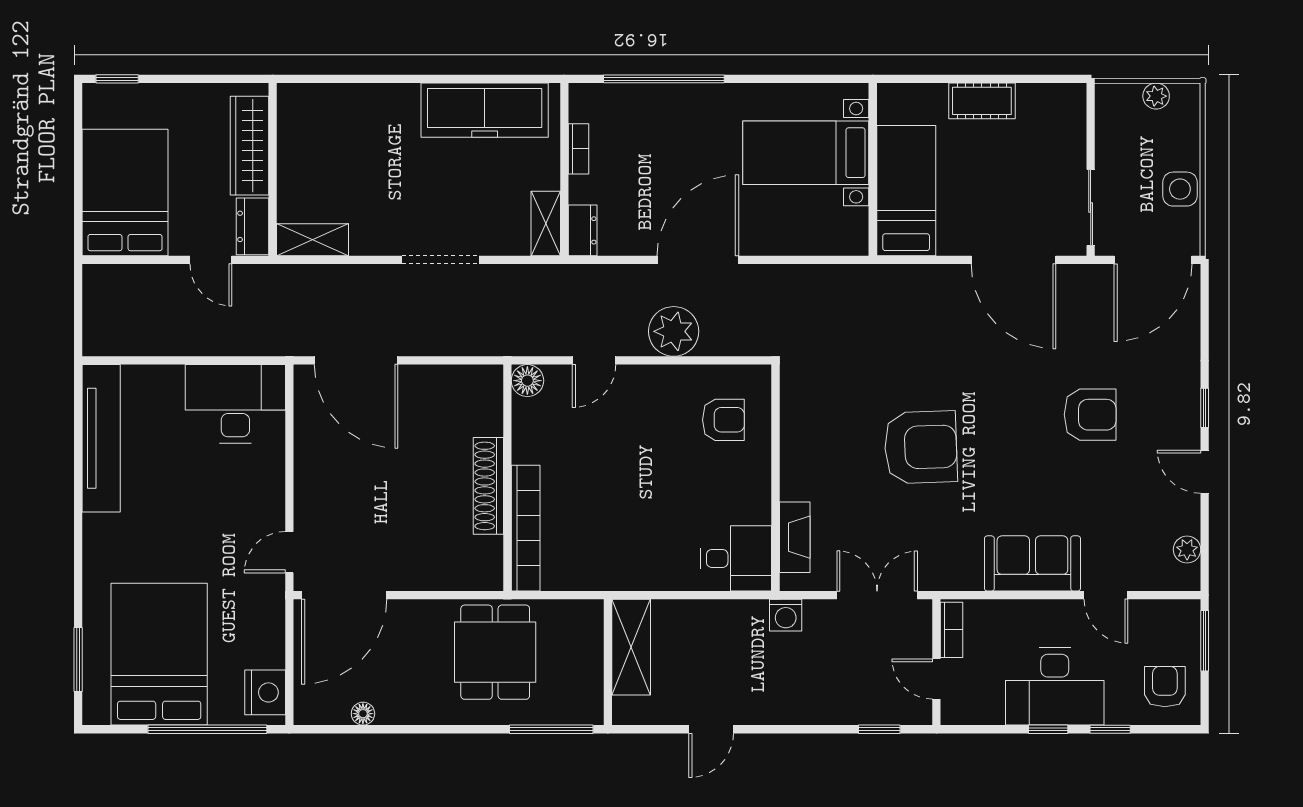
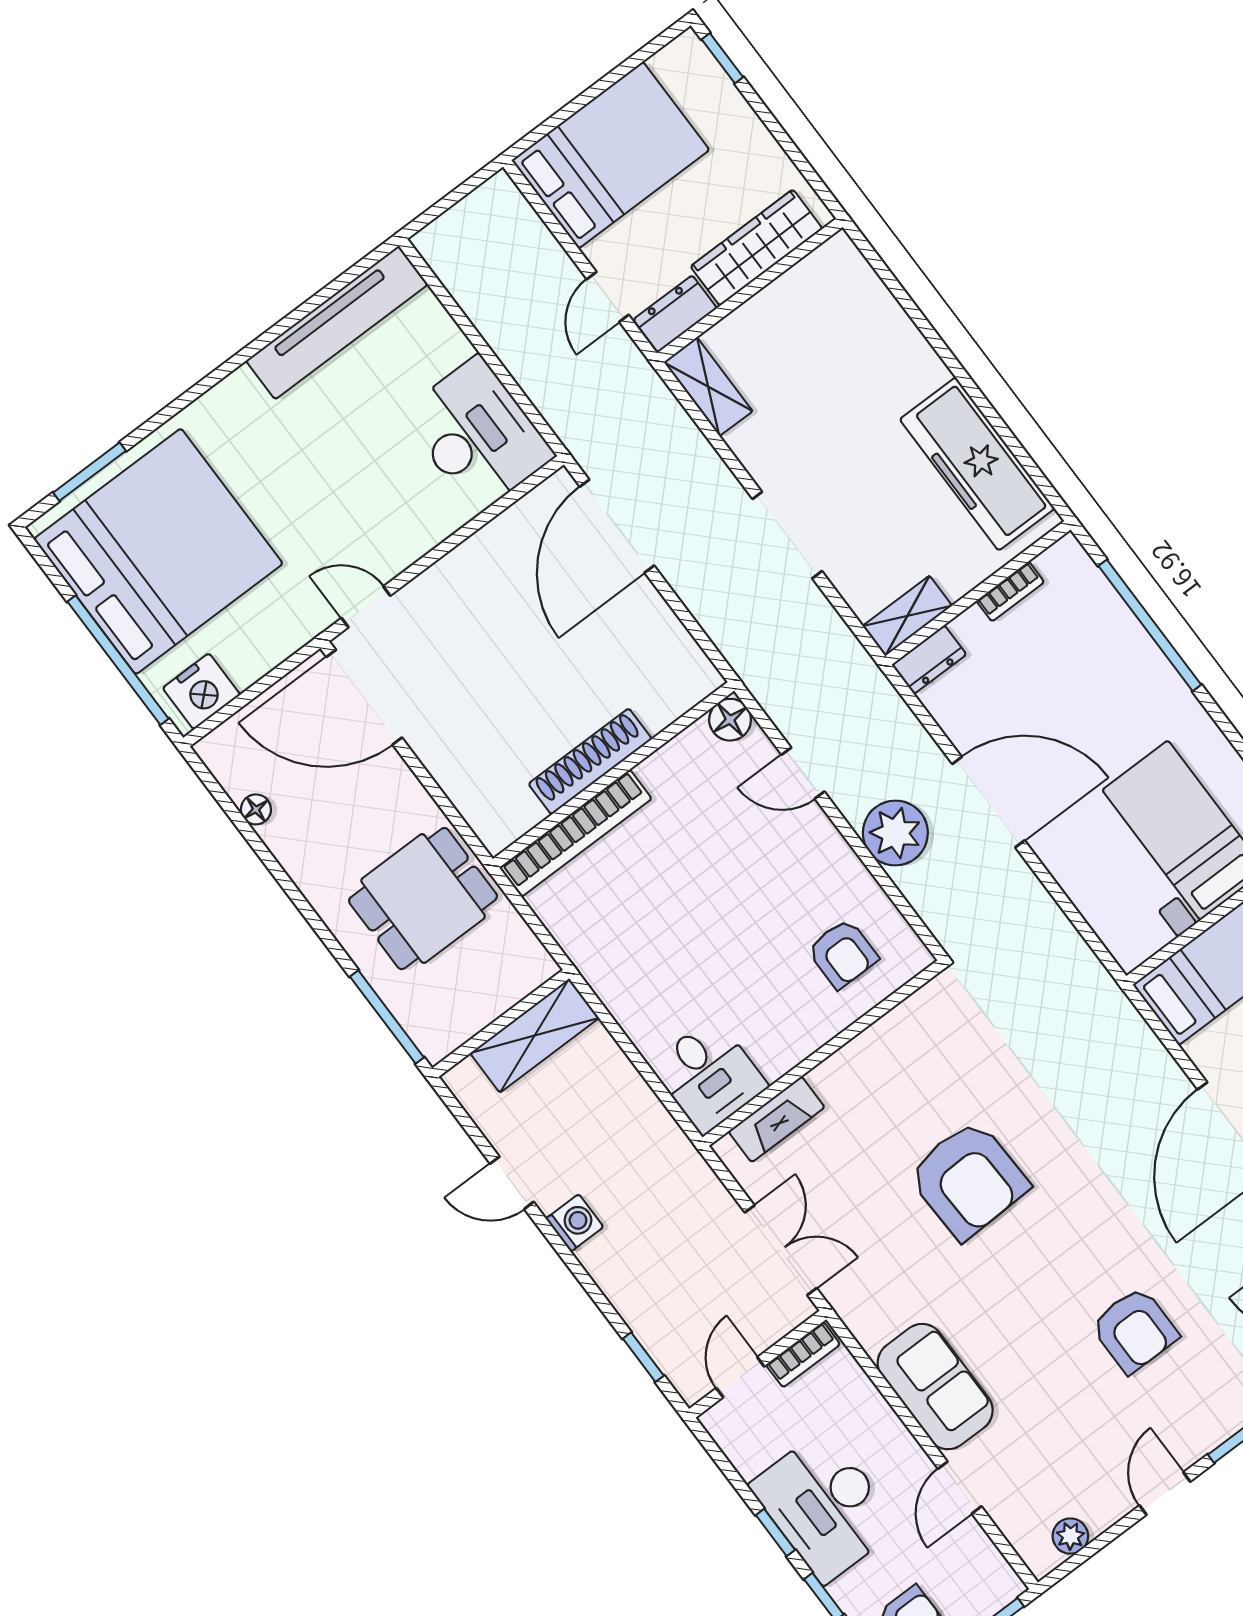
washing machine: (786, 615) -> (575, 1223), moved, turned 180
bed: (159, 654) -> (158, 551), width x1.36

